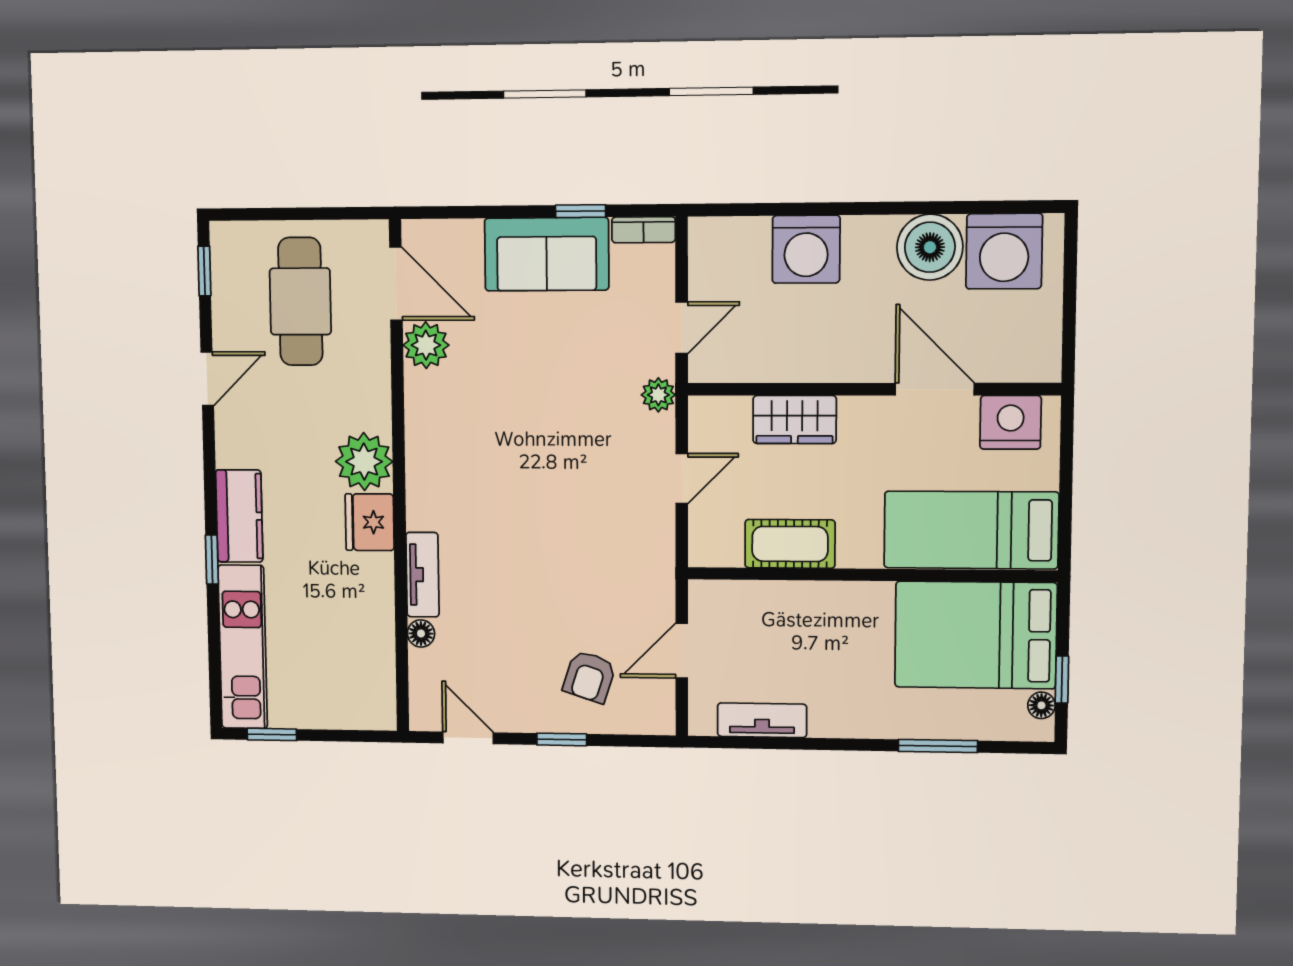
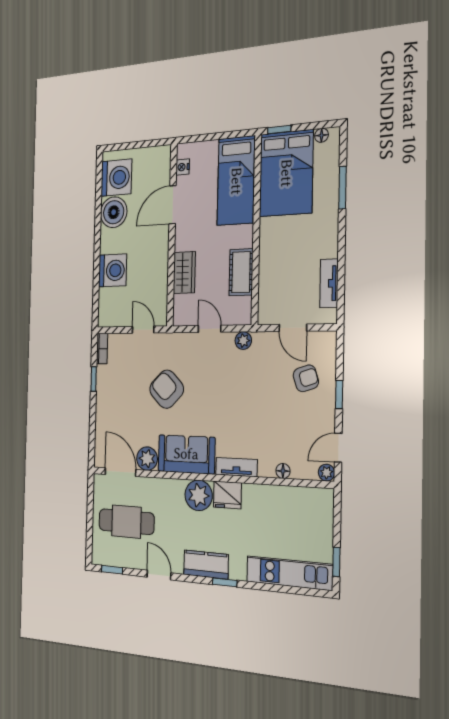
sofa: (547, 254) -> (186, 454), moved, turned -90
door: (396, 284) -> (120, 472), hinge flipped
armchair: (563, 386) -> (167, 389), added
plant: (658, 395) -> (243, 341), moved
nightstand: (1011, 422) -> (183, 167), width x0.53, depth x0.56
kitchen counter: (239, 516) -> (206, 565), moved
window: (212, 560) -> (225, 582), moved
tv unit: (422, 575) -> (236, 467), moved
armchair: (589, 677) -> (306, 378), turned -36
window: (1062, 680) -> (279, 129), moved
plant: (424, 716) -> (327, 473), added

